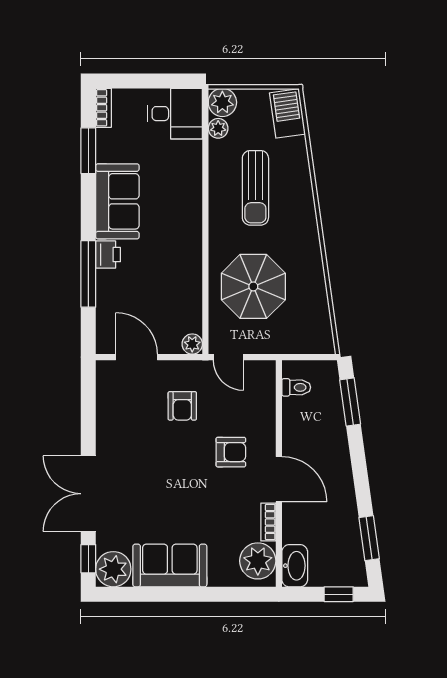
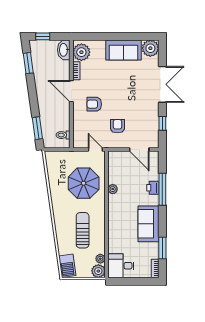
printer: (108, 255) -> (153, 188), moved
plant: (192, 344) -> (113, 189), moved
window: (88, 559) -> (162, 123), moved

